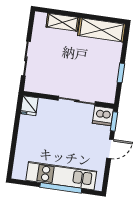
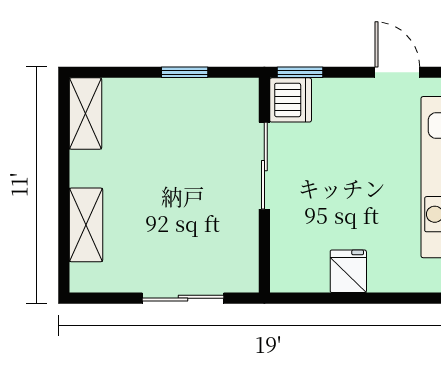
shelving: (102, 30) -> (85, 114), width x0.67, depth x0.75
fridge: (29, 106) -> (348, 271), moved, turned -90
door: (110, 149) -> (397, 72), moved

